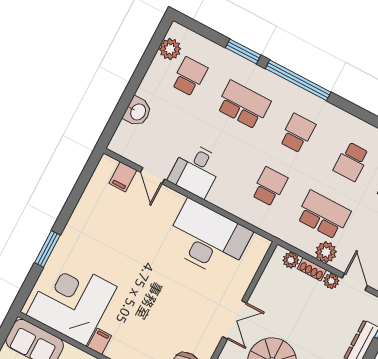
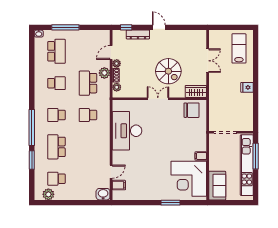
washbasin: (138, 112) -> (103, 194), moved
desk: (196, 170) -> (98, 153), removed

